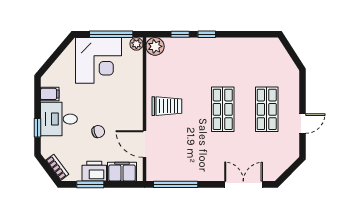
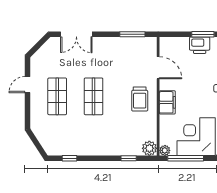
window: (207, 34) -> (69, 158), moved
trolley: (167, 106) -> (140, 99), turned -90
chair: (98, 132) -> (196, 78), removed
filing cabinet: (122, 172) -> (167, 102), moved, turned -90
window: (176, 184) -> (132, 34), width x0.69

